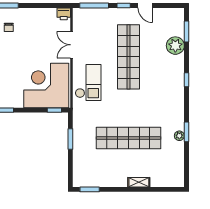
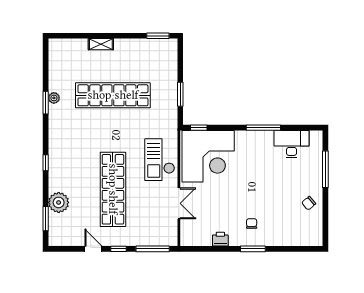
printer: (64, 14) -> (220, 239), moved

